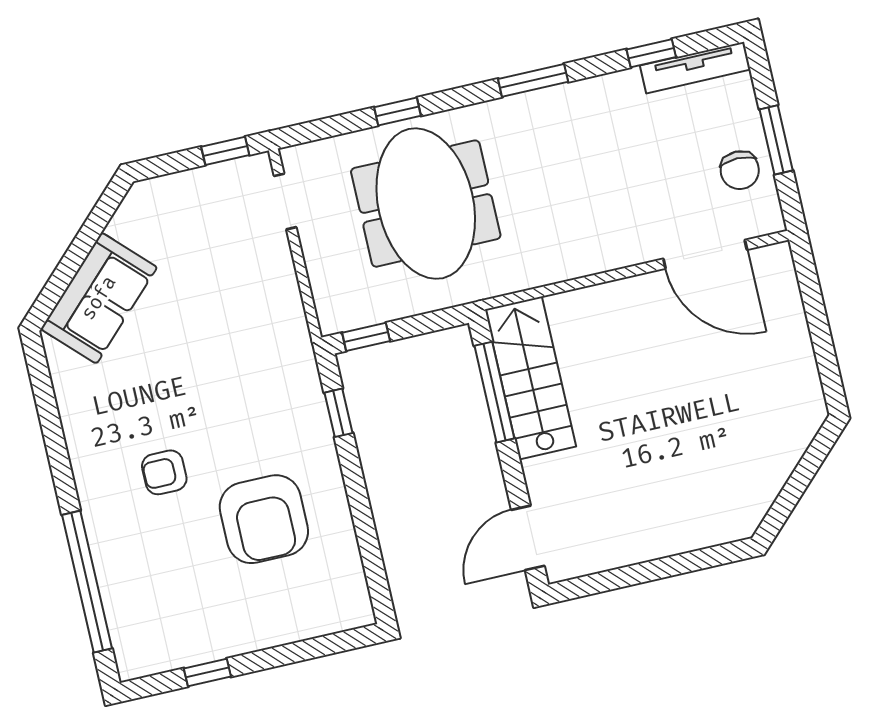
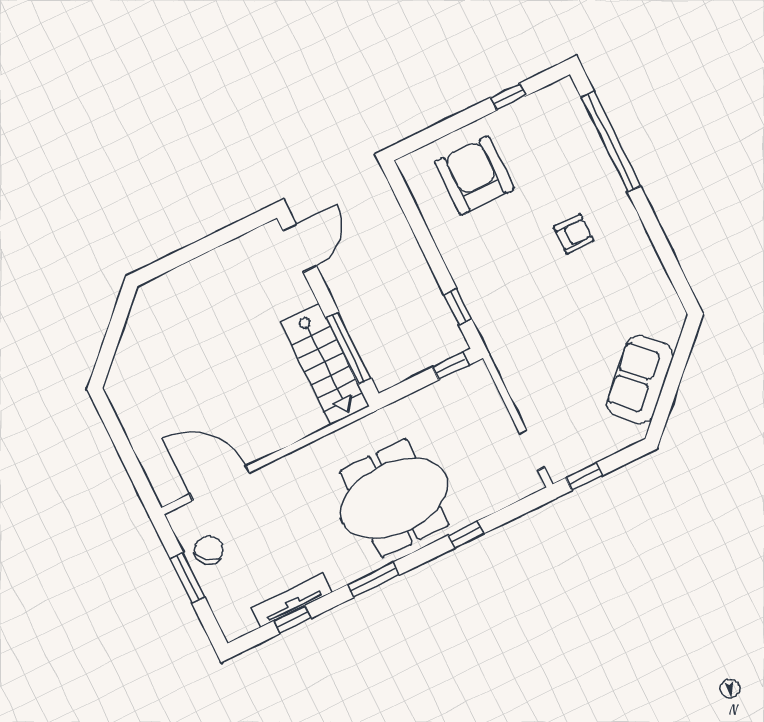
tv unit: (695, 68) -> (292, 600), moved
chair: (740, 170) -> (209, 550), turned 39
meeting table: (426, 204) -> (394, 498), moved, turned 90
sofa: (99, 298) -> (640, 380), moved
armchair: (264, 519) -> (474, 176), moved

